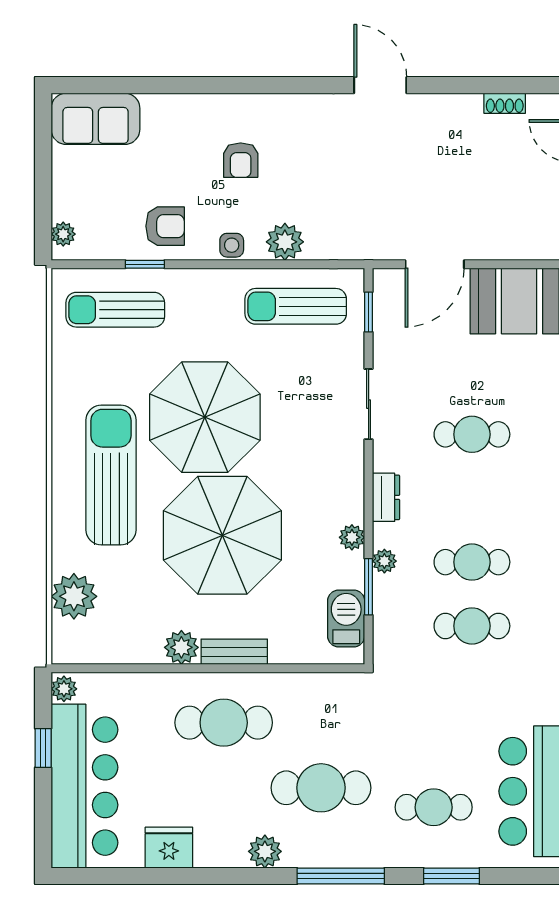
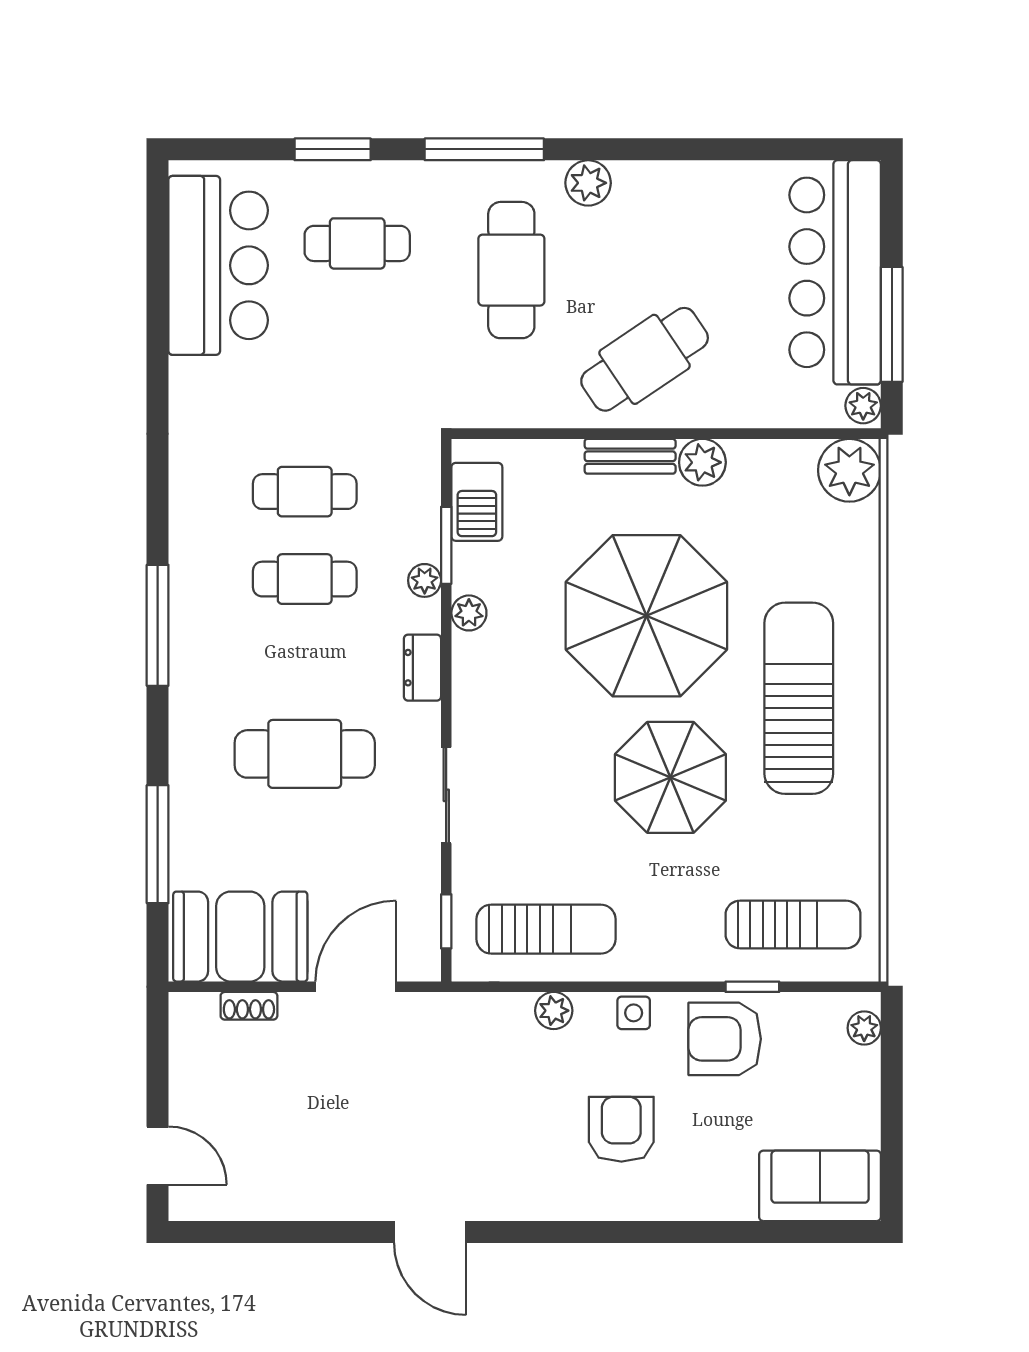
shoe rack: (505, 103) -> (249, 1006), moved, turned 180
armchair: (241, 160) -> (621, 1129), width x1.38, depth x1.38
armchair: (165, 226) -> (725, 1039), width x1.38, depth x1.38
plant: (285, 242) -> (554, 1011), width x0.73, depth x0.73
parasol: (205, 417) -> (670, 777), width x0.73, depth x0.73
cafe table: (472, 434) -> (305, 754), width x1.37, depth x1.35
sun lounger: (111, 475) -> (799, 698), turned 180
plant: (74, 596) -> (849, 470), moved
cafe table: (224, 723) -> (645, 359), turned -34
window: (43, 748) -> (892, 324), width x2.17
cafe table: (321, 788) -> (511, 270), turned 90
fridge: (169, 848) -> (720, 188), removed

